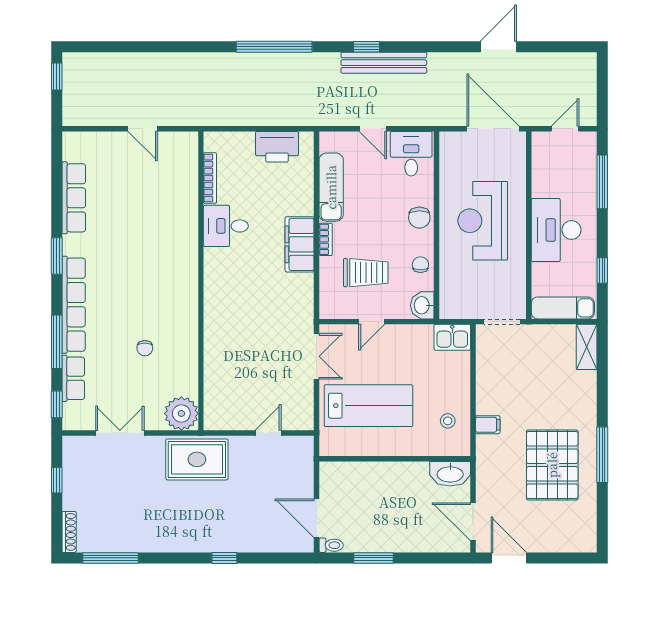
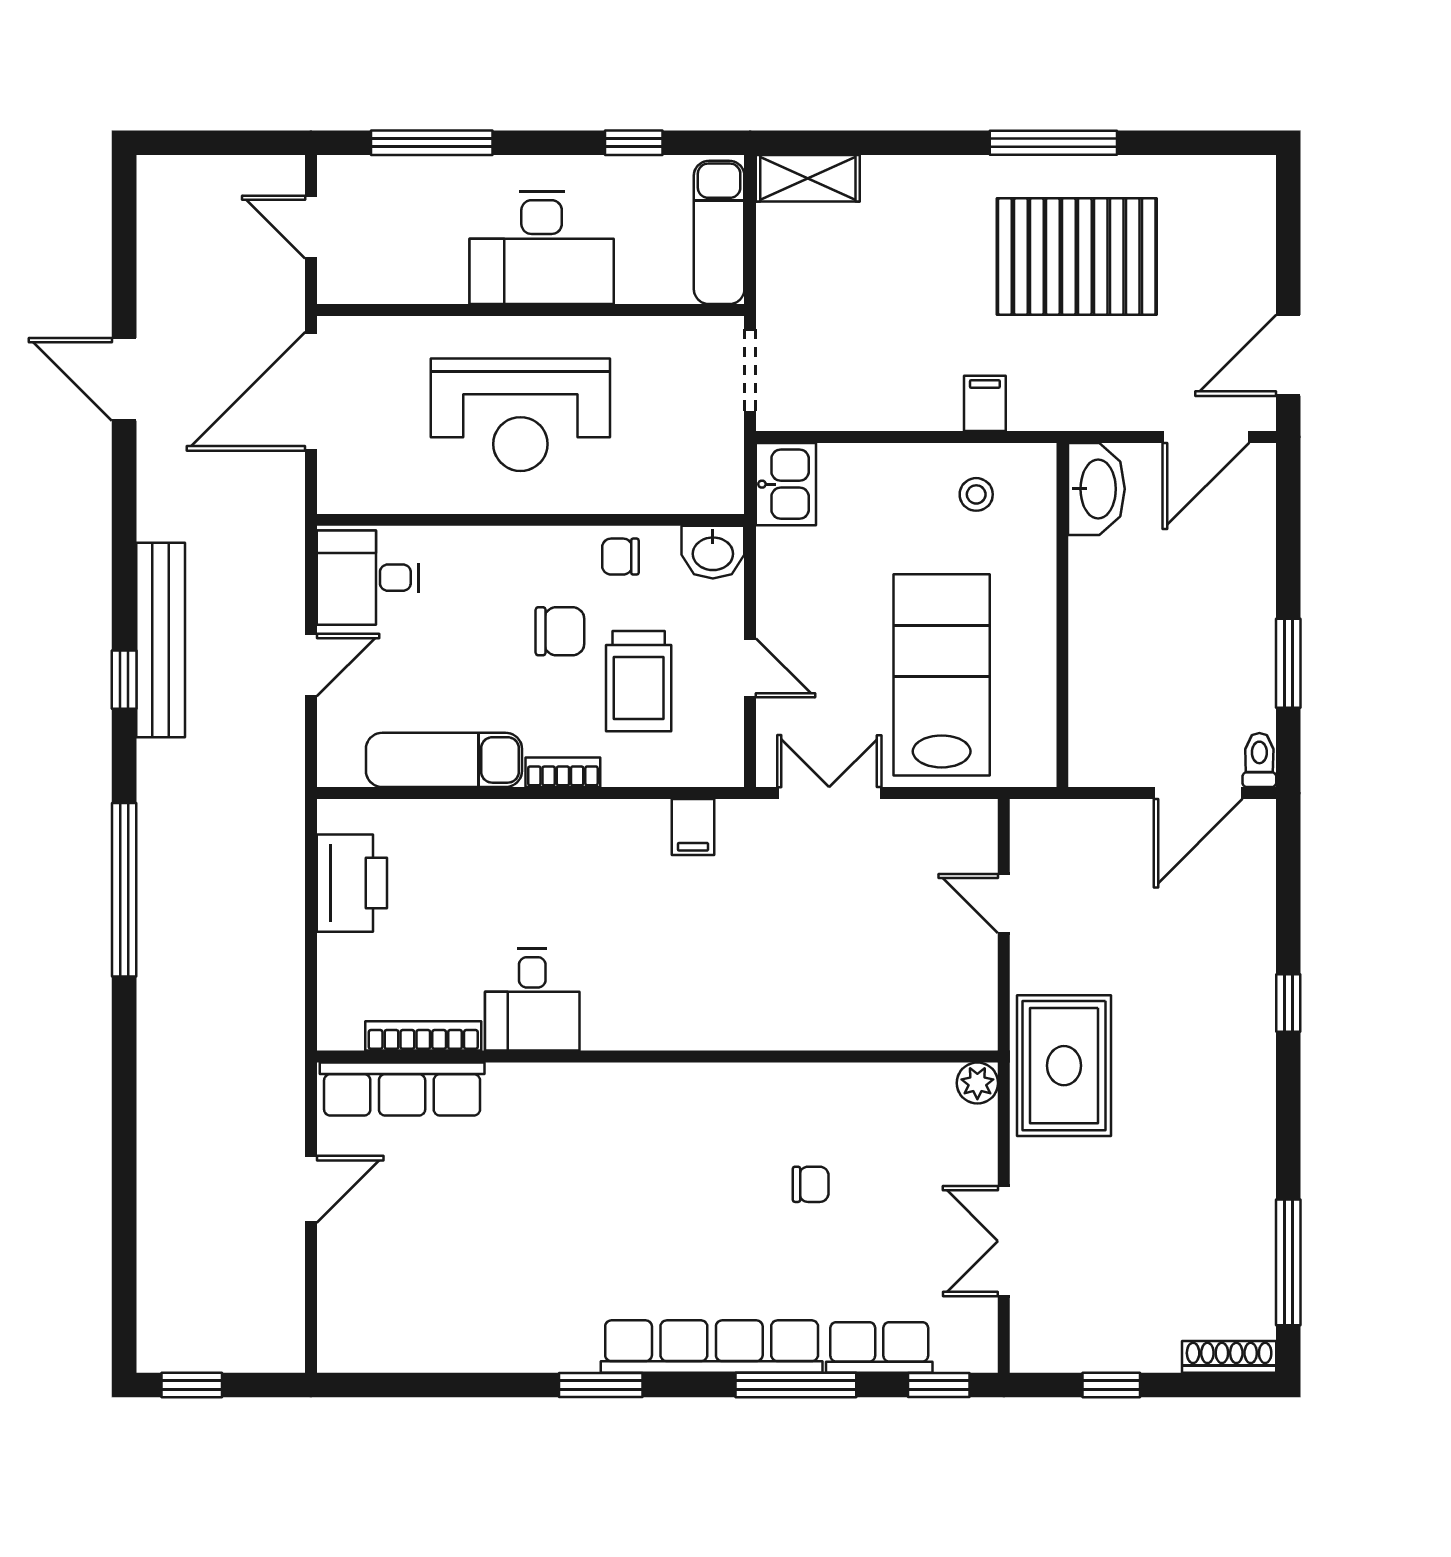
row of seats: (74, 198) -> (402, 1089), moved, turned 180
chair: (419, 218) -> (560, 631), moved
filing cabinet: (300, 244) -> (693, 827), moved, width x0.33, depth x0.86
trolley: (366, 273) -> (639, 681), turned 180
plant: (181, 413) -> (977, 1083), width x0.53, depth x0.53

